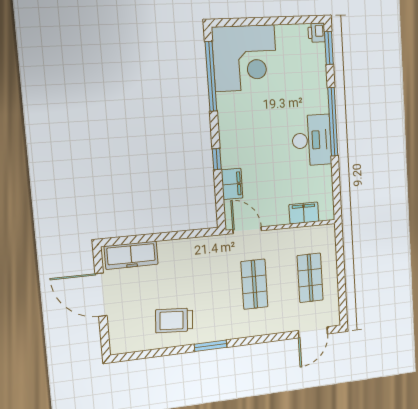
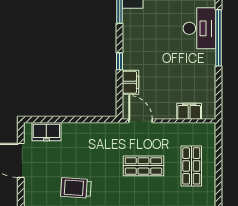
desk: (312, 140) -> (199, 28), moved
freezer: (131, 255) -> (46, 132), width x0.71
shop shelf: (254, 284) -> (143, 166), turned 90

